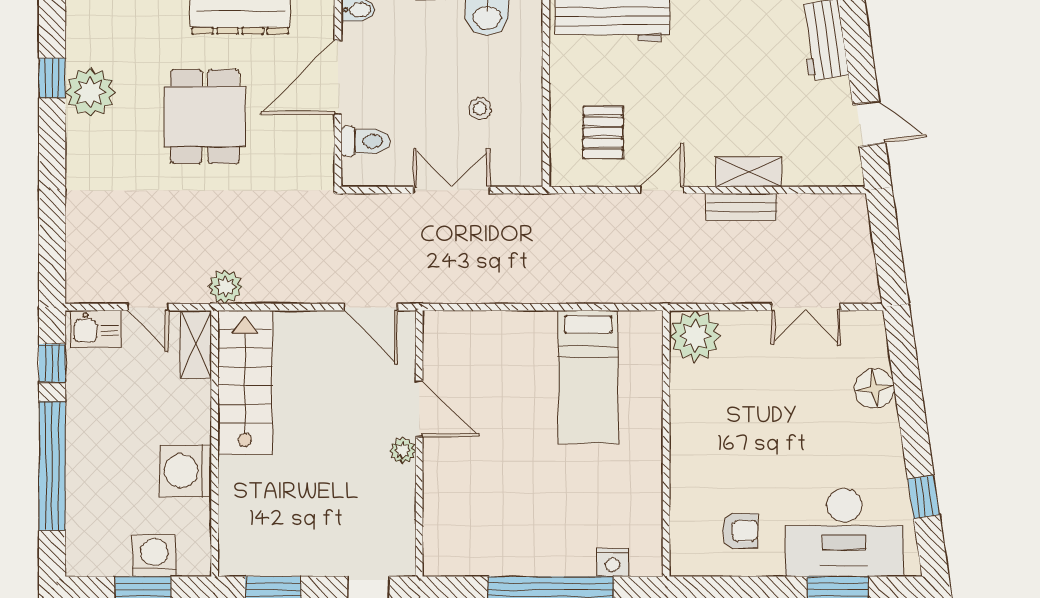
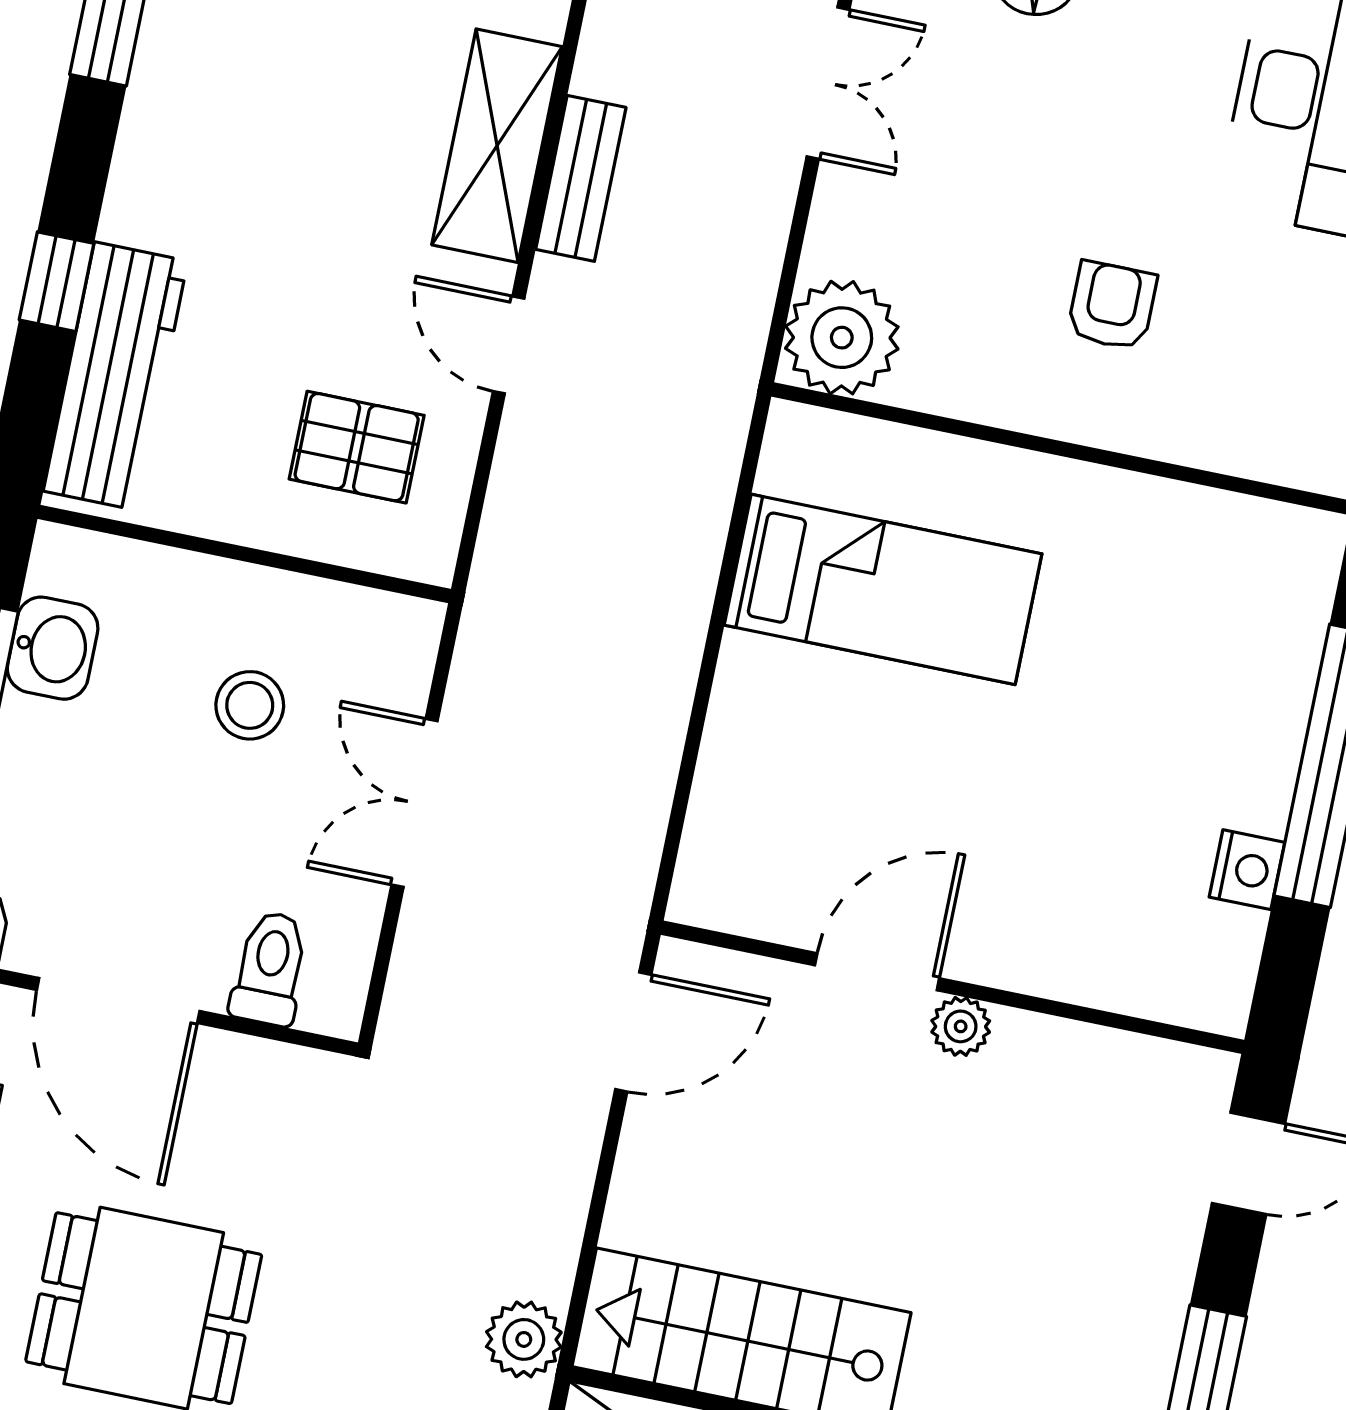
stool: (480, 109) -> (250, 705), width x1.37, depth x1.37
shelving: (749, 172) -> (497, 146), width x1.50, depth x1.33
armchair: (740, 531) -> (1112, 306), moved
nightstand: (613, 562) -> (1247, 870), moved

